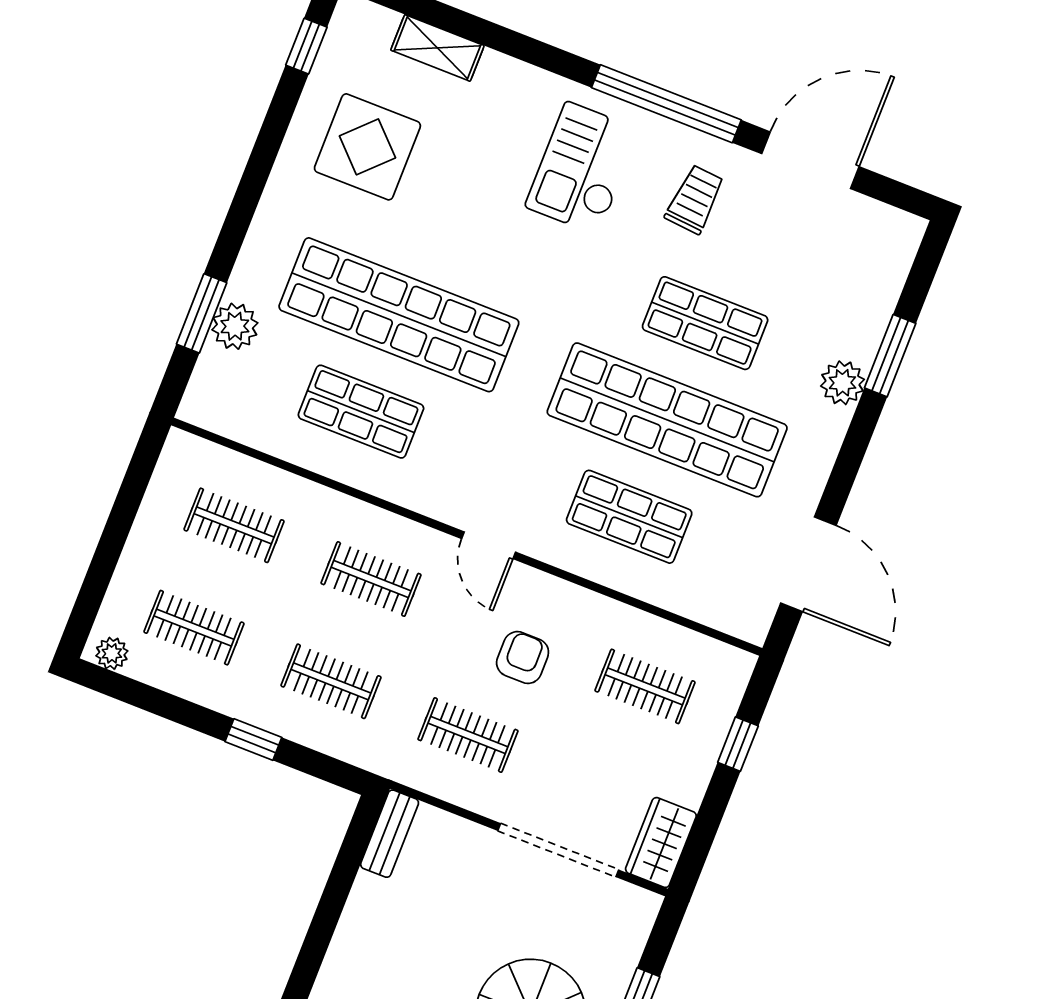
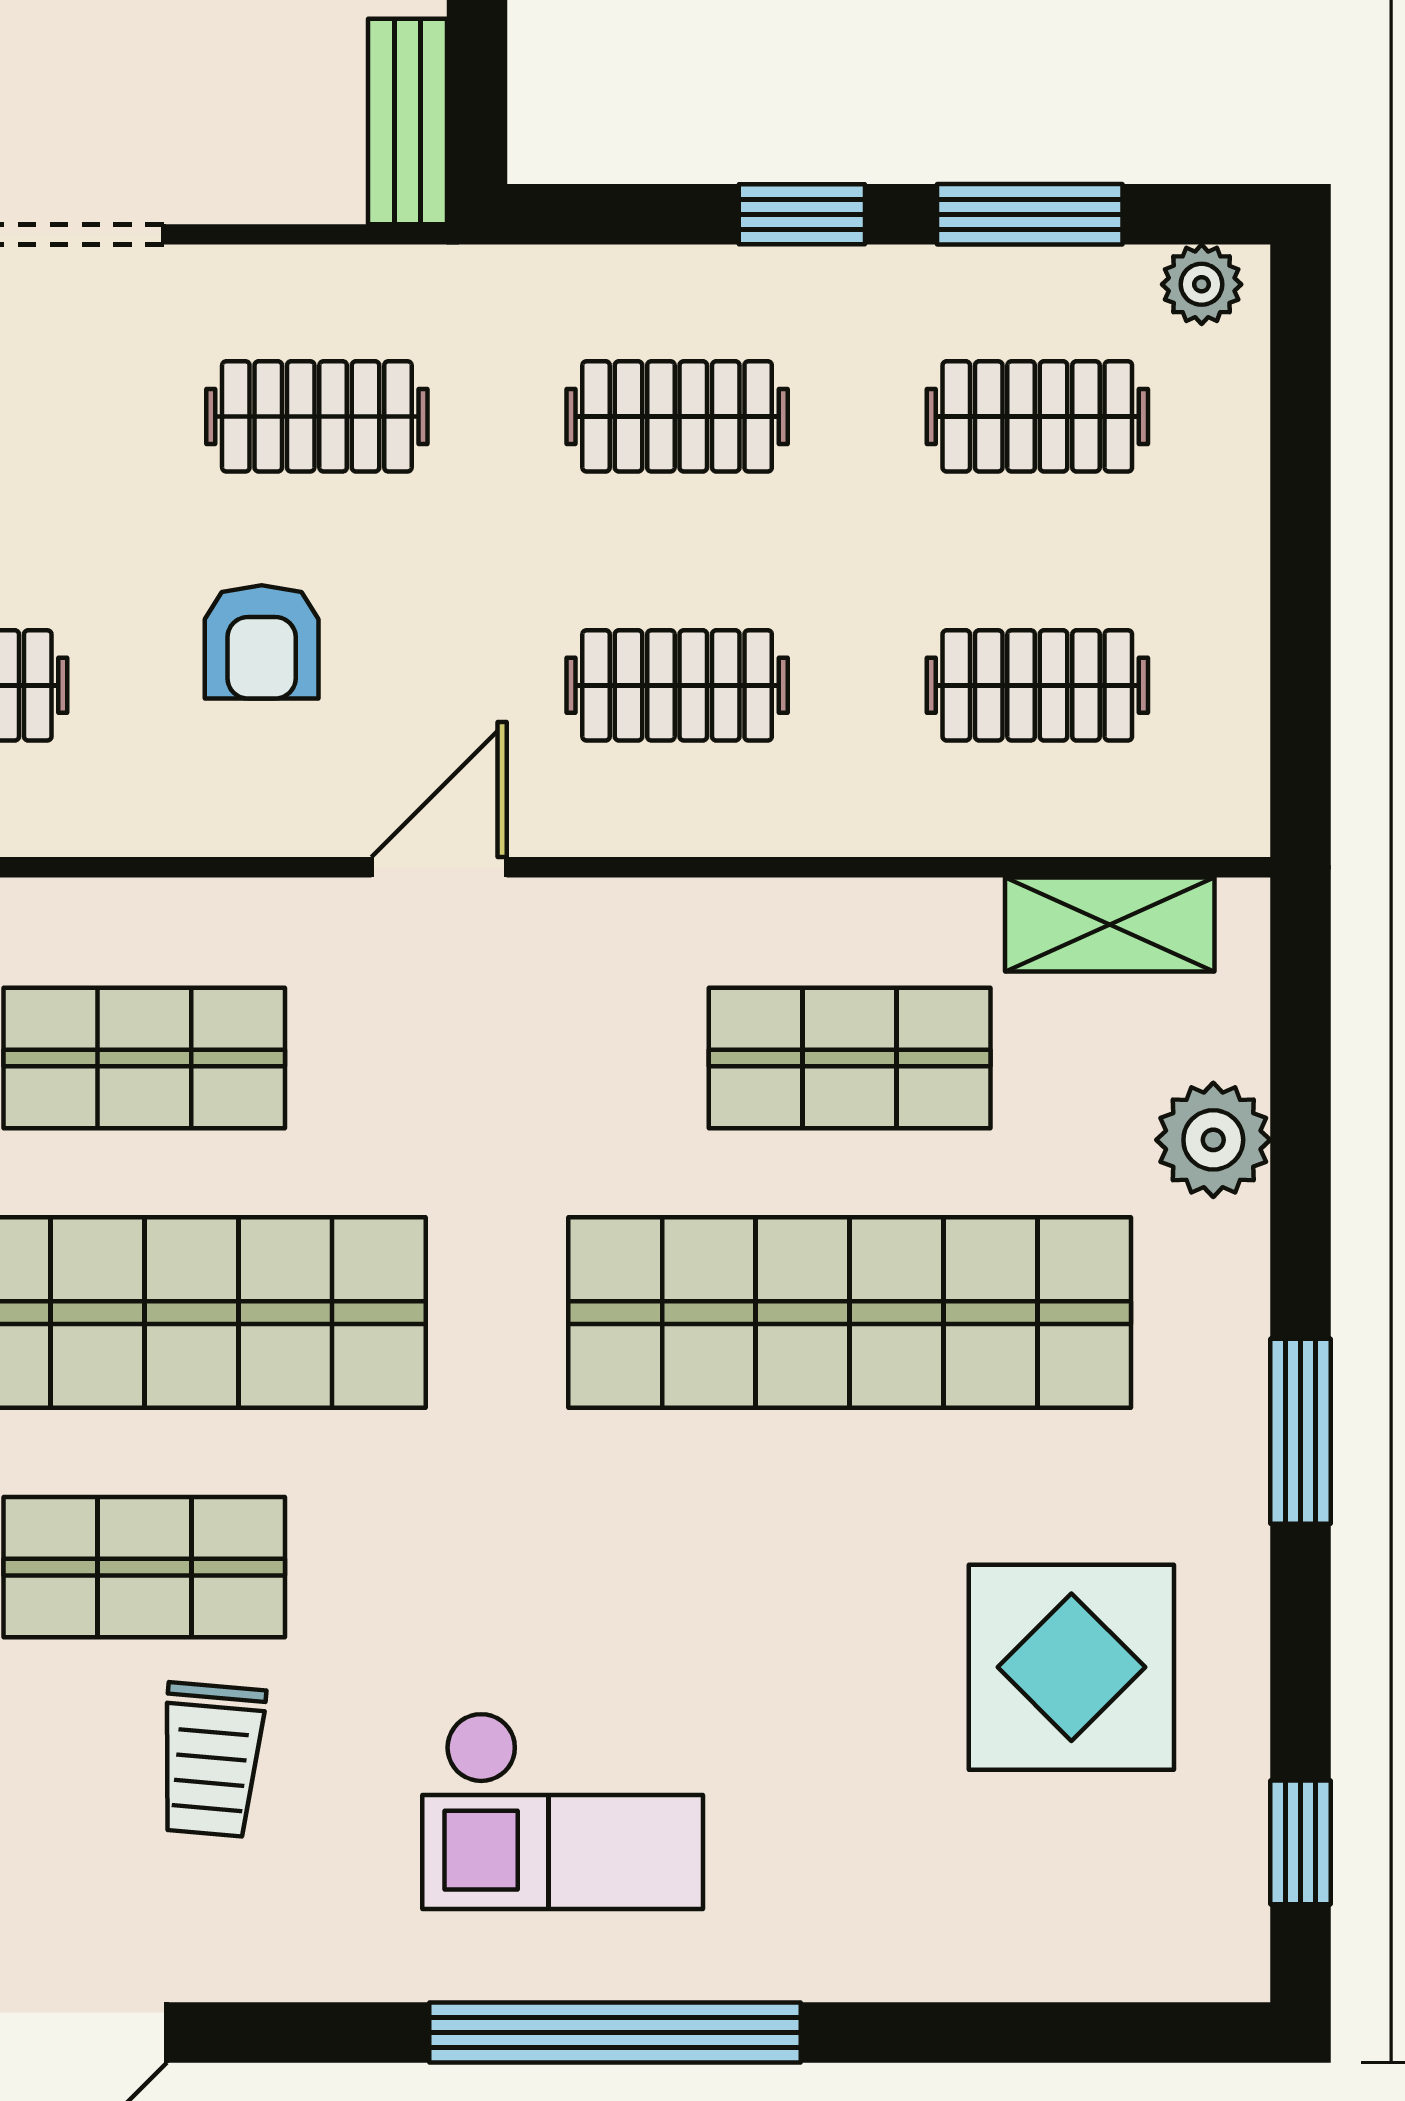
shelving: (437, 48) -> (1110, 924), moved
window: (666, 104) -> (615, 2033), moved
checkout: (582, 168) -> (563, 1811), turned 90
trolley: (695, 199) -> (211, 1760), moved
window: (202, 313) -> (1301, 1431), moved
door: (489, 545) -> (439, 867), hinge flipped
window: (167, 706) -> (1030, 214), added

